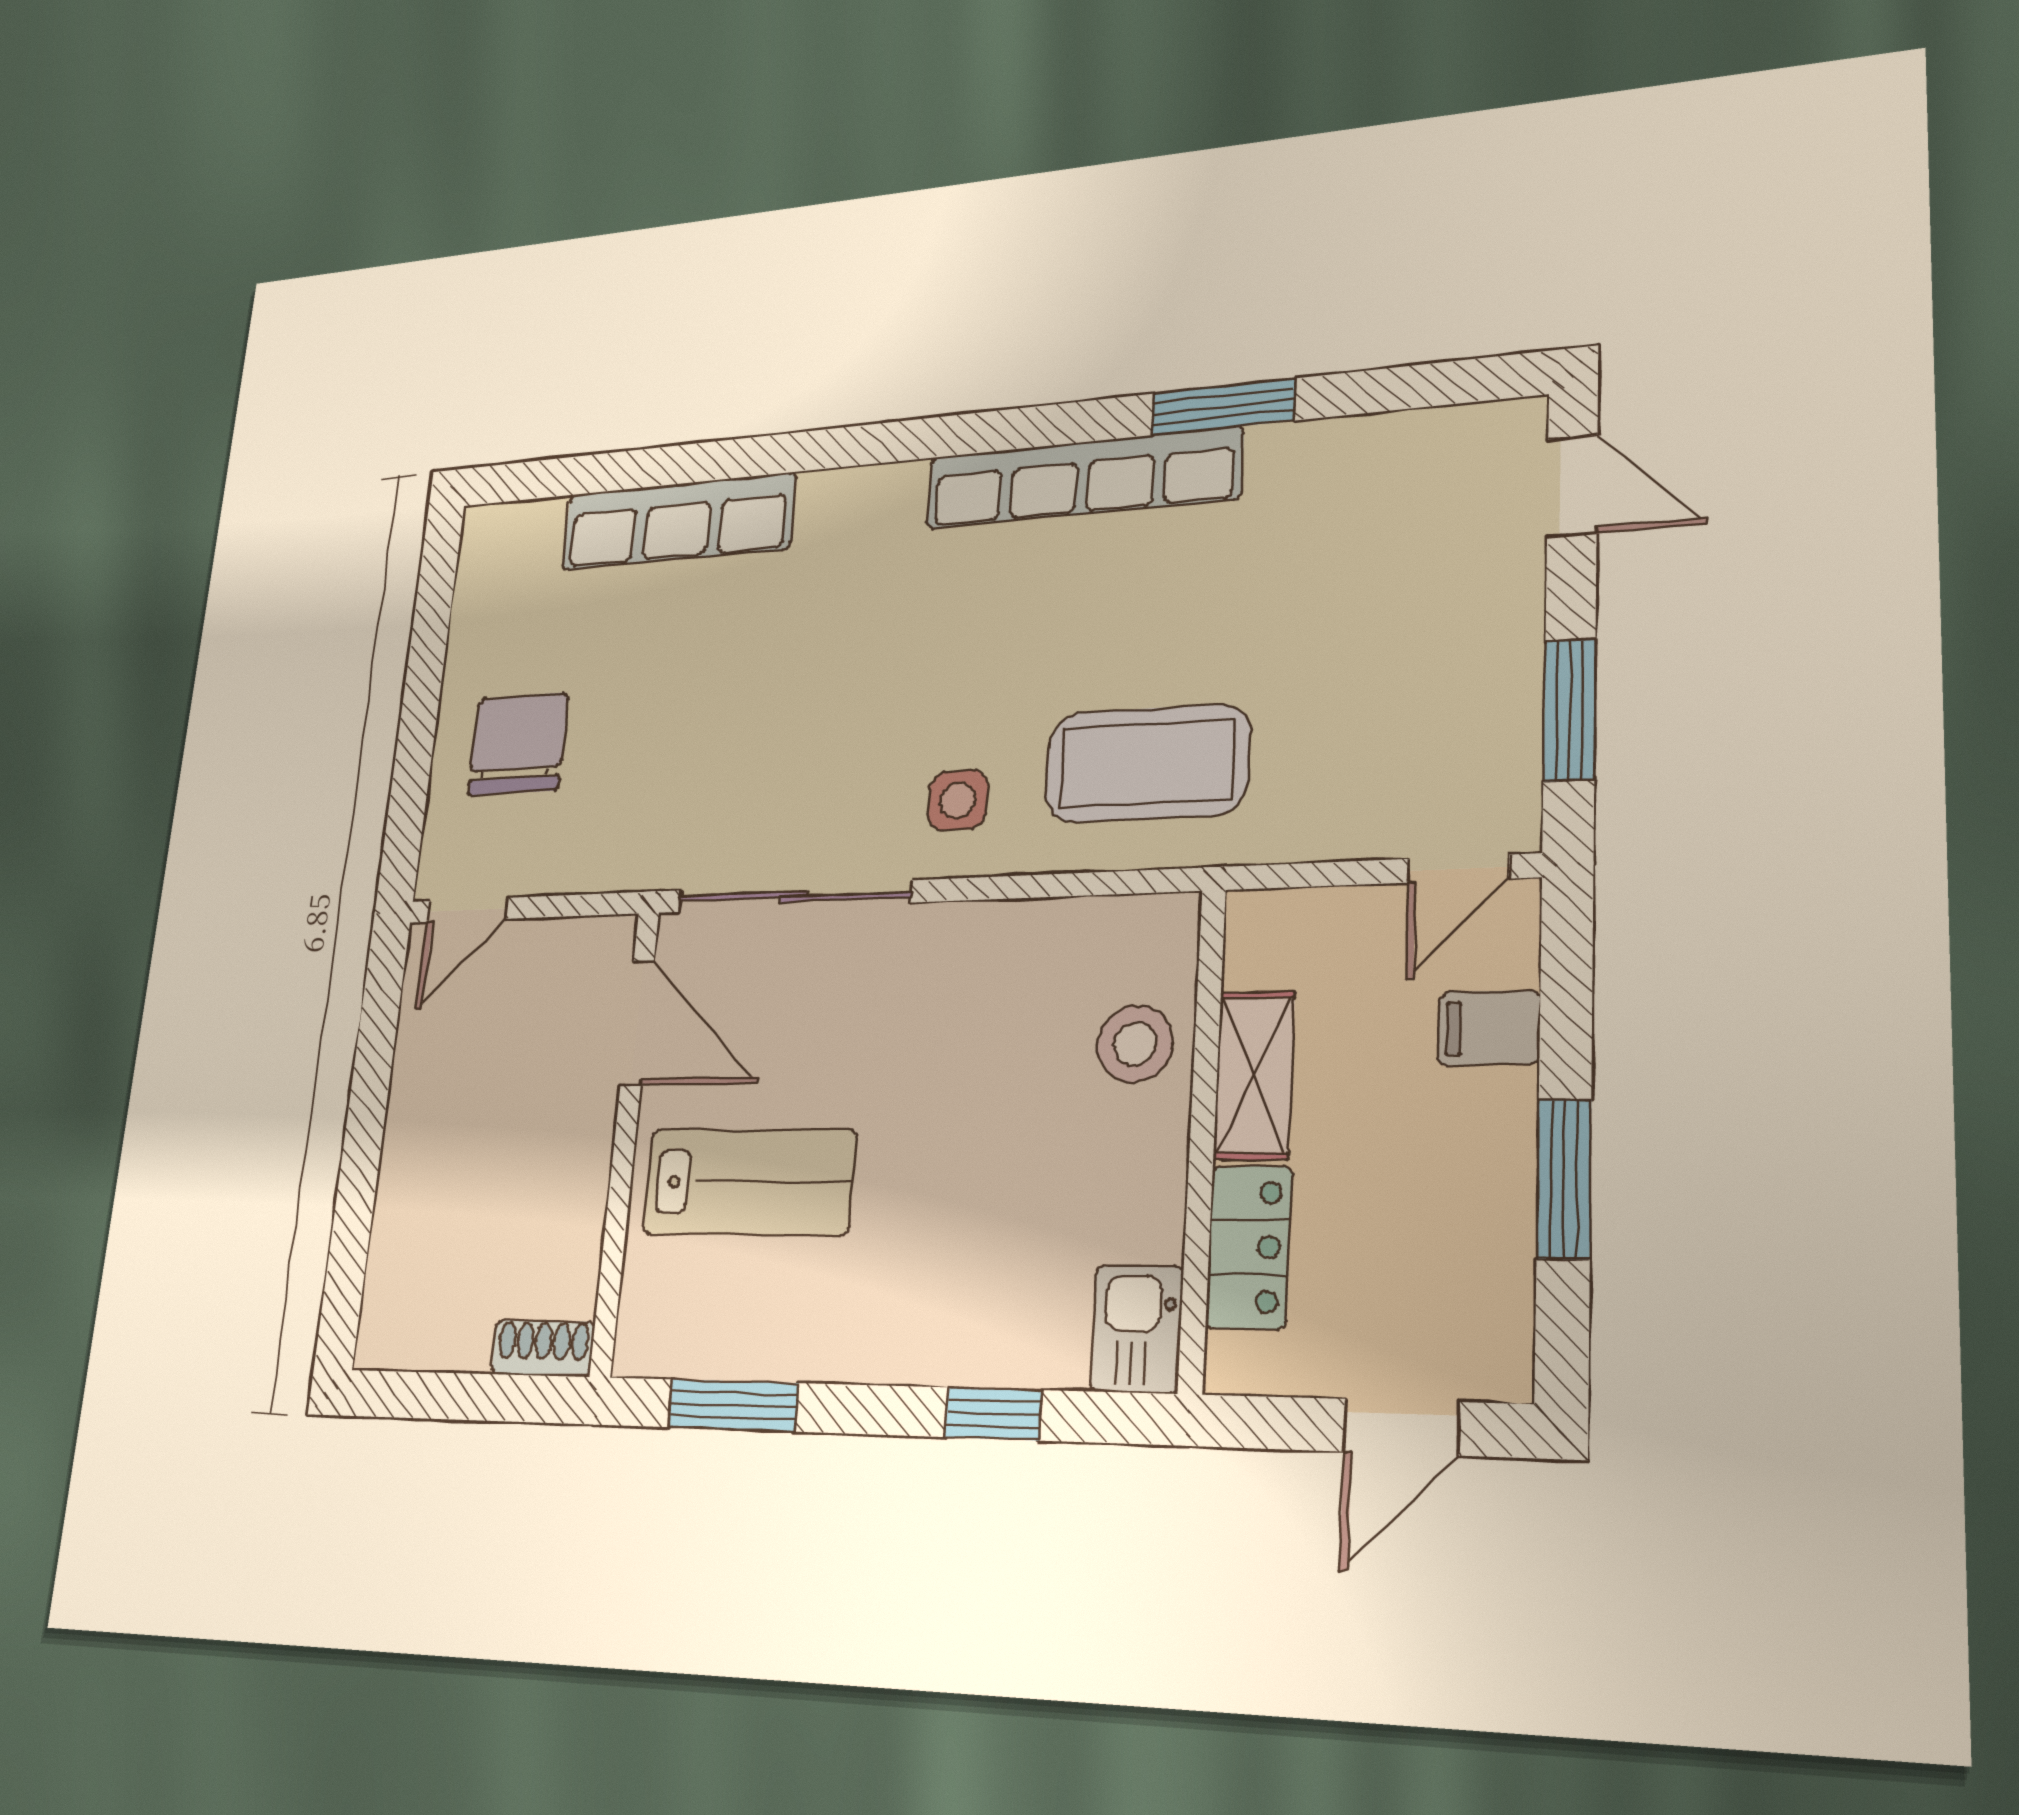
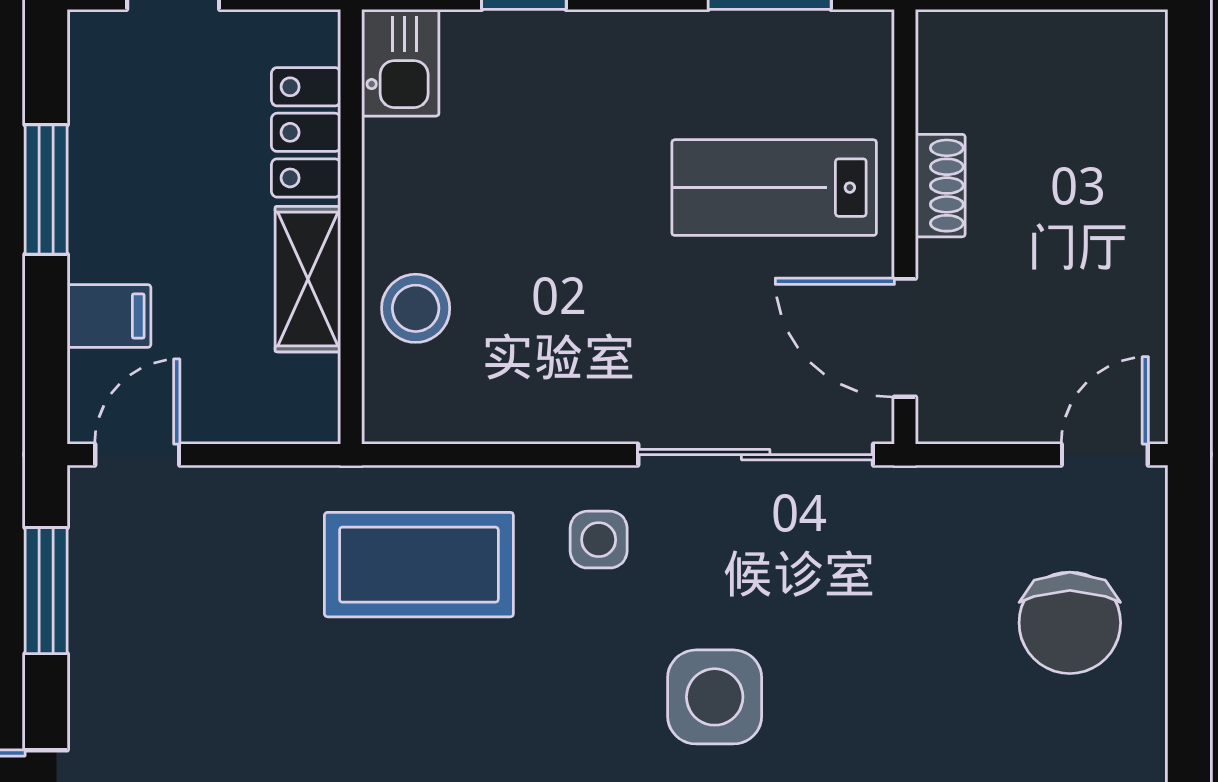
side table: (855, 648) -> (715, 697), added
shoe rack: (543, 1348) -> (940, 186), moved, turned -90

